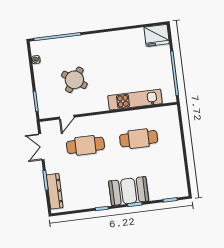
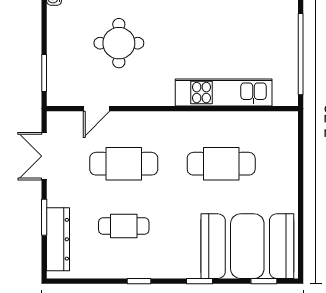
round table: (74, 80) -> (119, 43), turned -36
cafe table: (90, 179) -> (124, 226), added
booth: (129, 191) -> (247, 246), moved, width x1.36, depth x1.42

